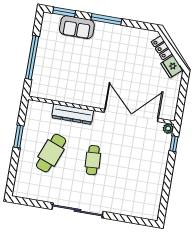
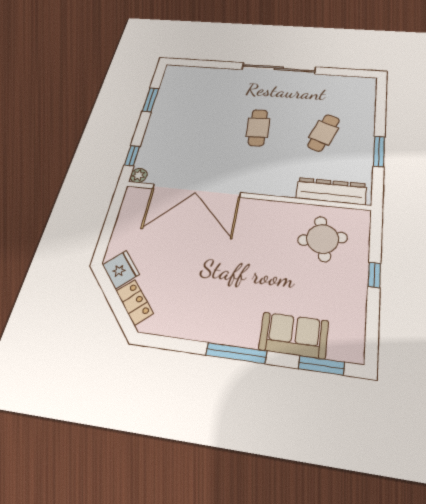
window: (32, 57) -> (374, 275), width x0.32
round table: (58, 80) -> (323, 239), added
dresser: (73, 114) -> (331, 191), moved
cafe table: (51, 153) -> (324, 133), width x0.73, depth x0.74
window: (166, 189) -> (151, 100), added

